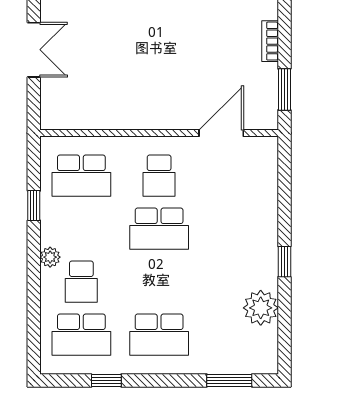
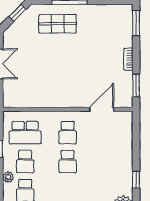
school desk: (81, 229) -> (25, 162), added
school desk: (159, 229) -> (68, 162), width x0.54

